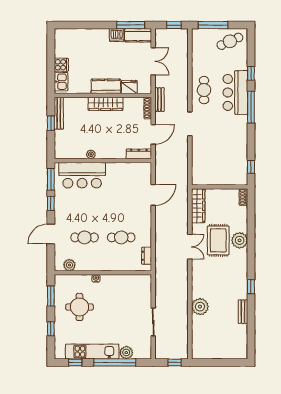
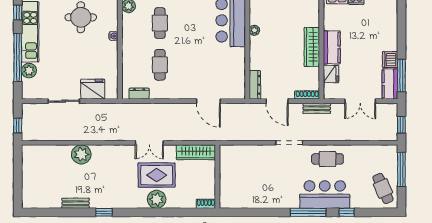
window: (251, 167) -> (240, 212), removed
fridge: (143, 297) -> (93, 89), added

